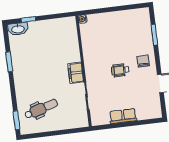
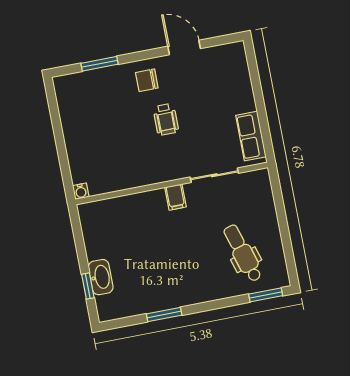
washbasin: (18, 29) -> (101, 277), moved
filing cabinet: (76, 73) -> (175, 197), width x0.50
row of seats: (123, 116) -> (251, 136), moved

